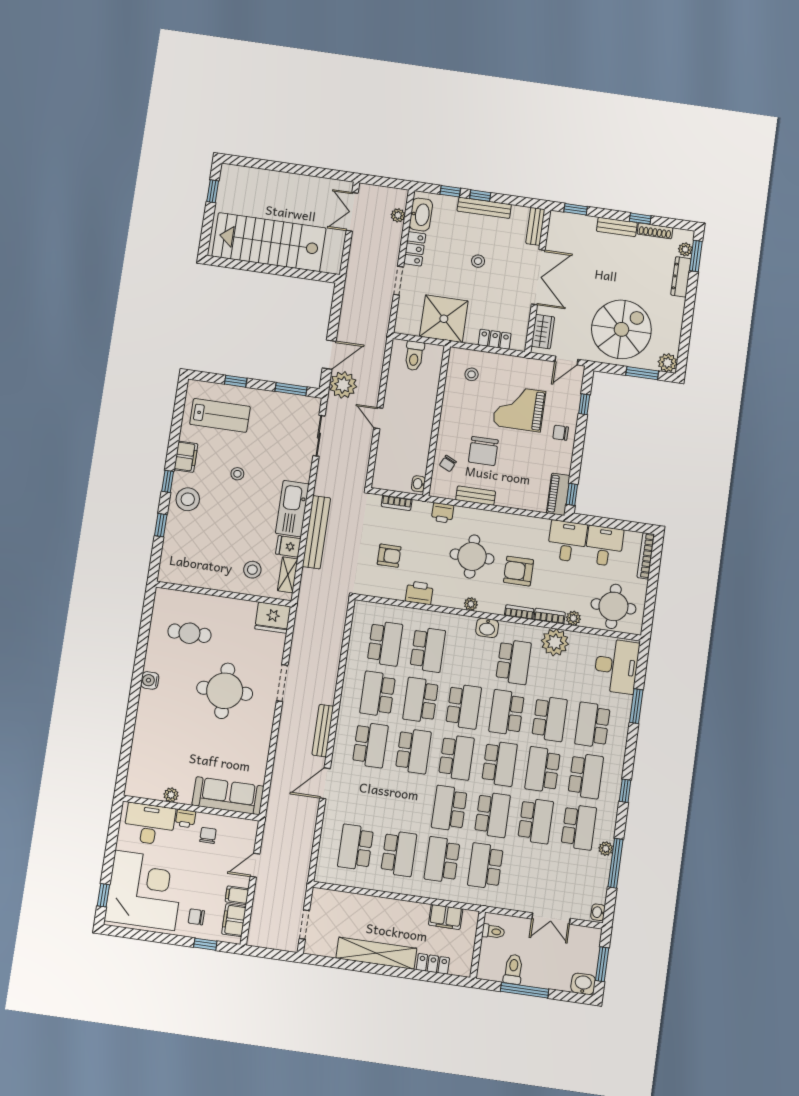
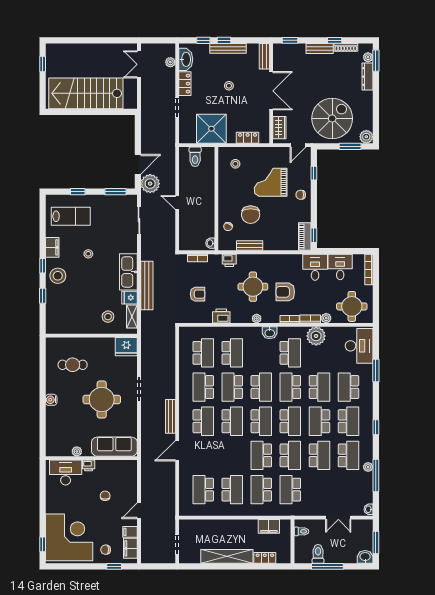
plant: (171, 795) -> (77, 451), moved
sofa: (228, 796) -> (114, 447), moved
wall: (191, 808) -> (91, 458), moved
printer: (185, 818) -> (89, 465), moved
desk: (149, 824) -> (66, 473), moved

